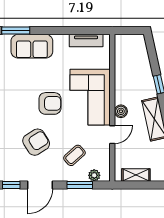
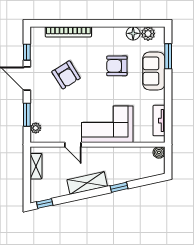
armchair: (50, 103) -> (117, 66), moved, turned 90
boiler: (121, 111) -> (159, 152), moved
coffee table: (74, 155) -> (54, 110), removed

